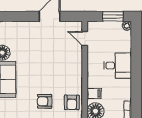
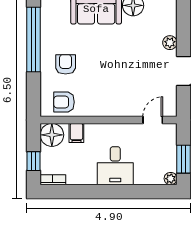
plant: (29, 26) -> (170, 43), added

